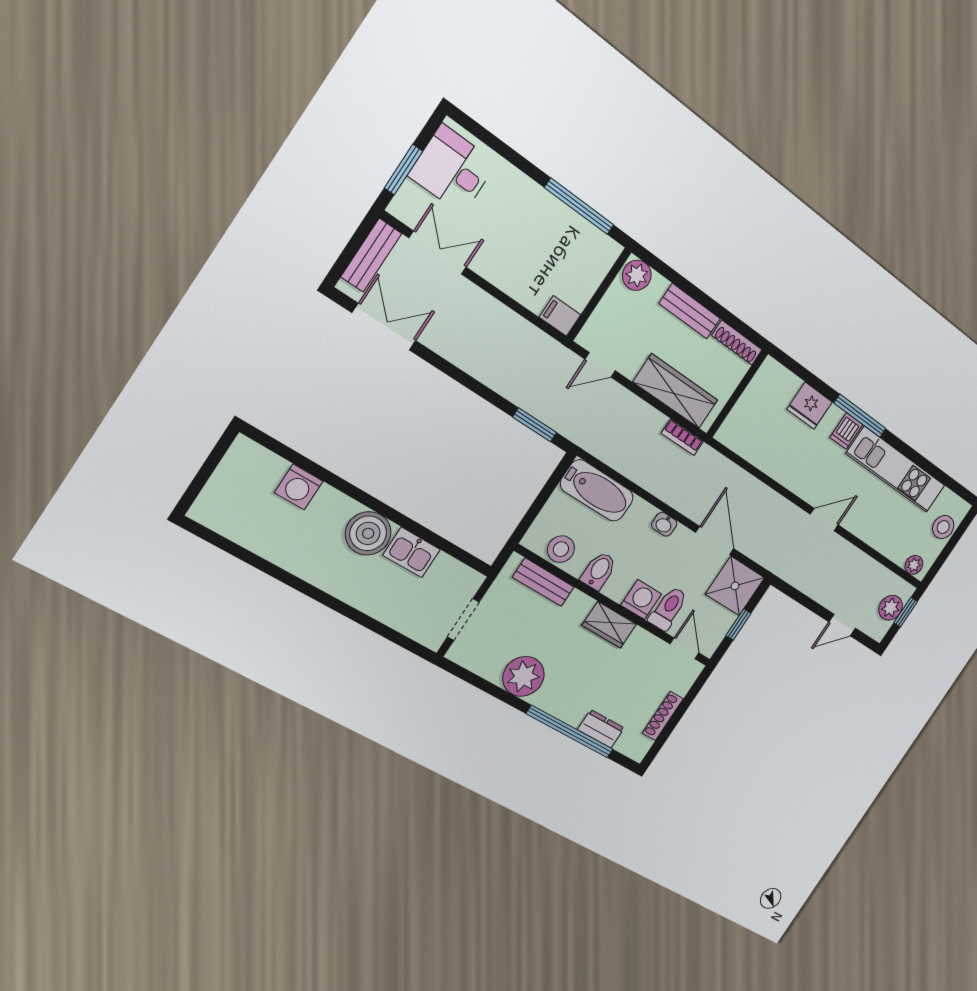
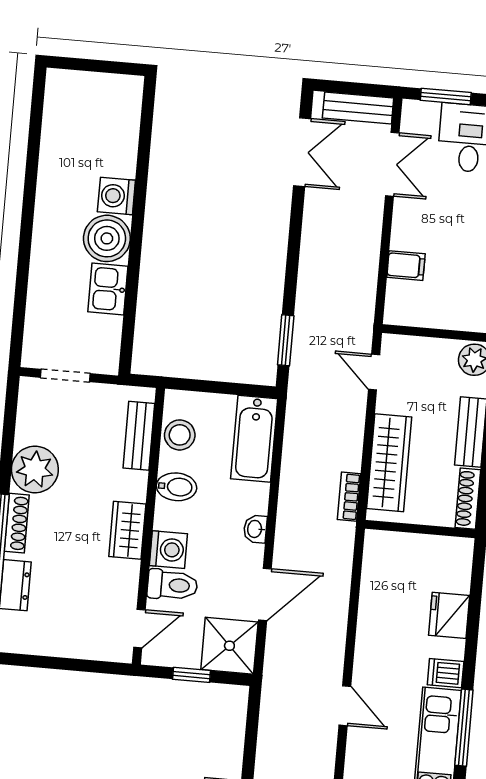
filing cabinet: (560, 316) -> (406, 266), moved, turned 90
window: (860, 416) -> (464, 728), moved
washing machine: (299, 487) -> (116, 196), moved
shoe rack: (663, 716) -> (17, 523), moved, turned 90

